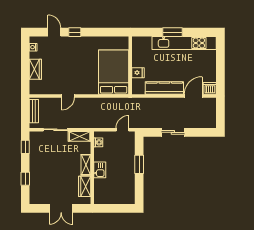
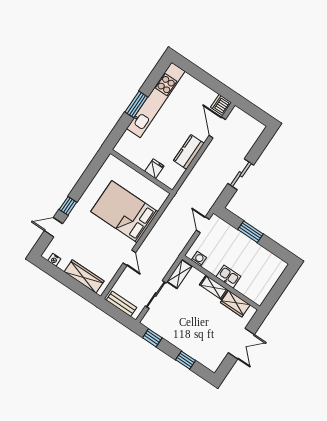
wardrobe: (35, 69) -> (84, 276), width x1.50
bed: (114, 72) -> (124, 212), moved
kitchen counter: (164, 88) -> (189, 152), width x0.67

